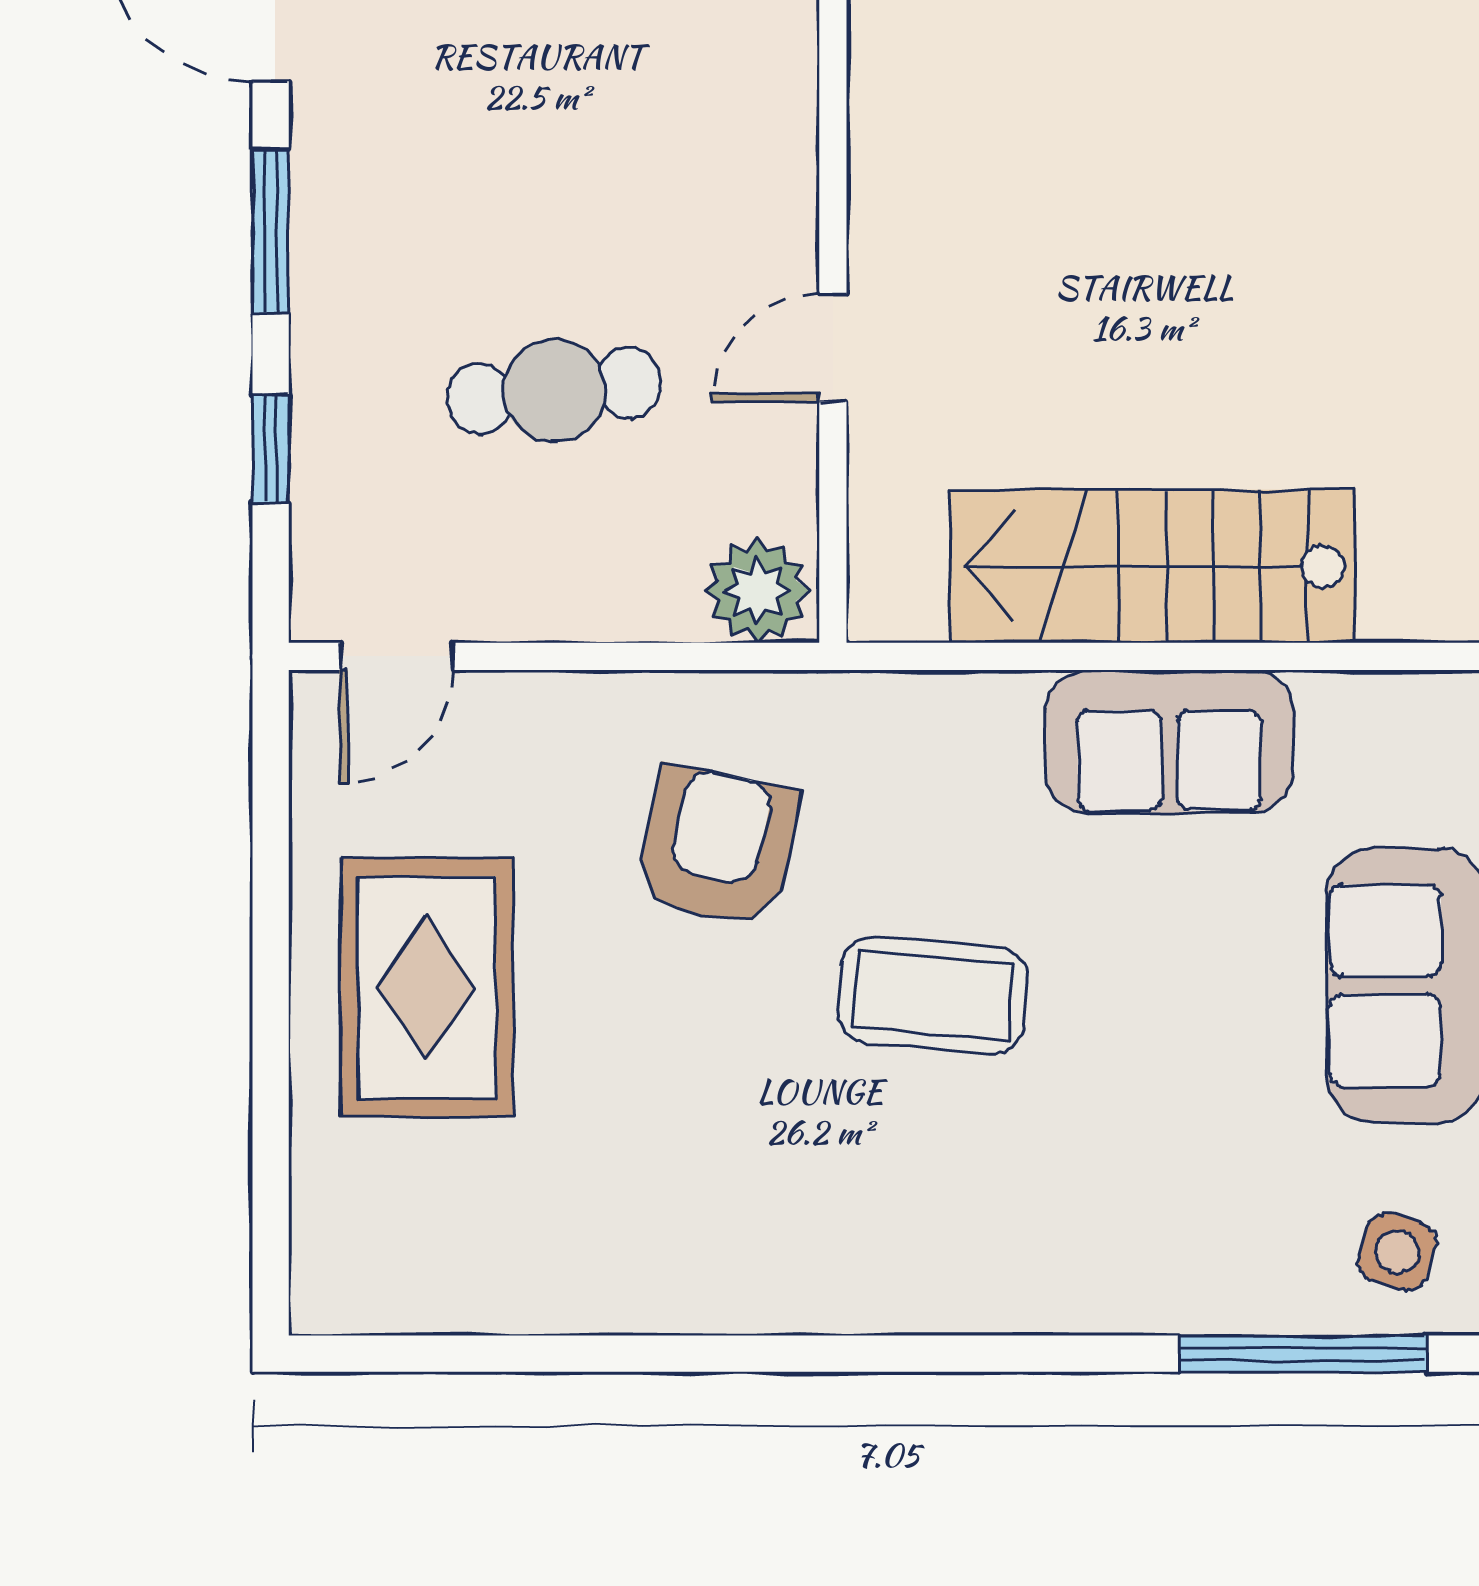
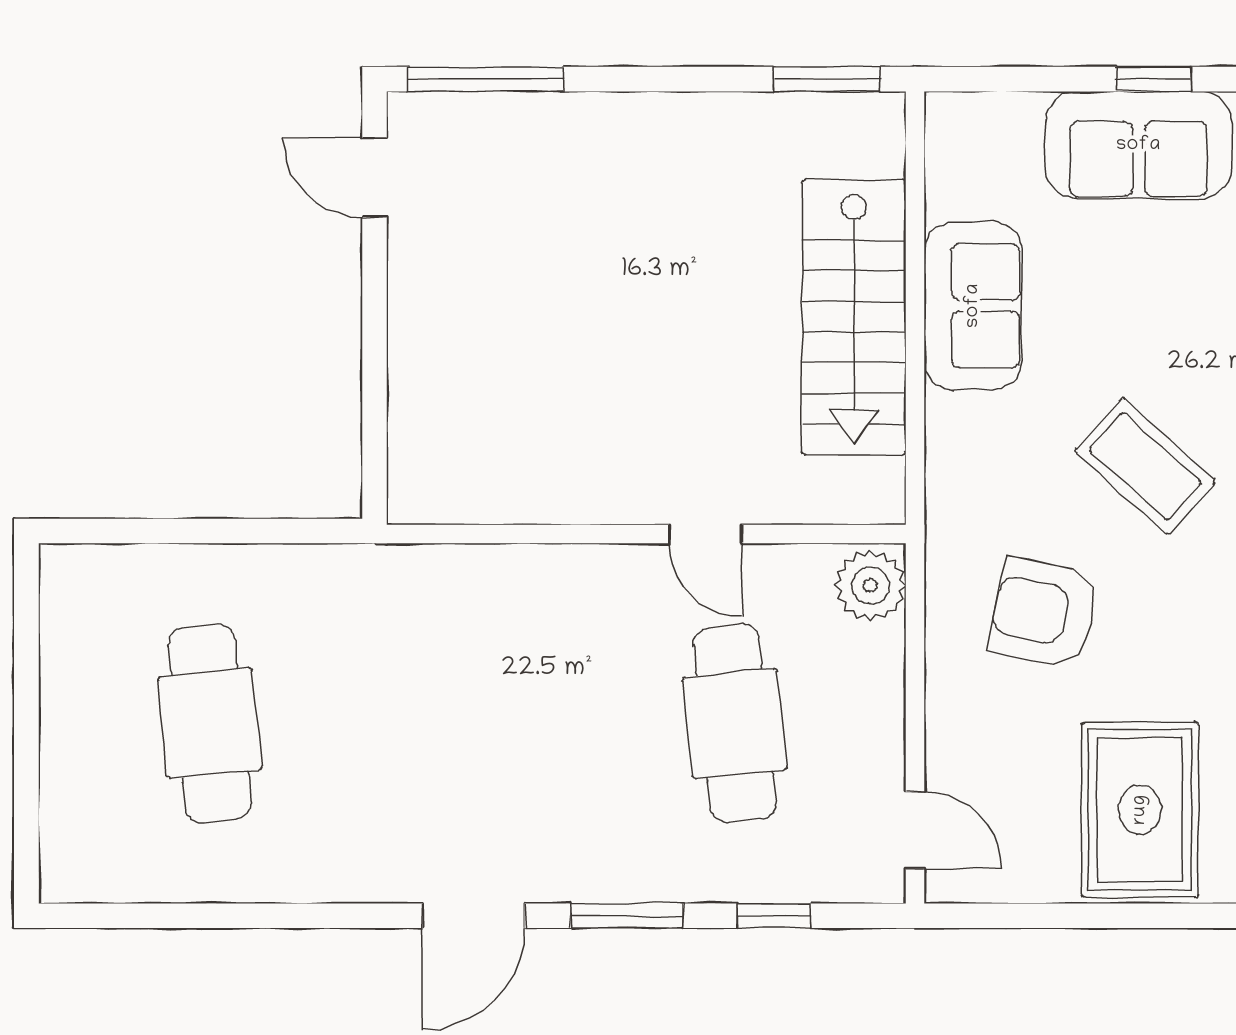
cafe table: (554, 391) -> (735, 723), width x1.37, depth x1.35
rug: (427, 988) -> (1140, 810), turned 90
coffee table: (933, 995) -> (1145, 466), turned -53

